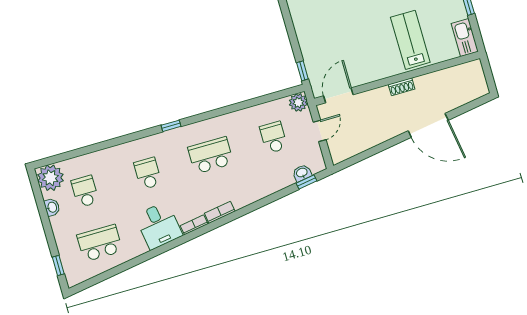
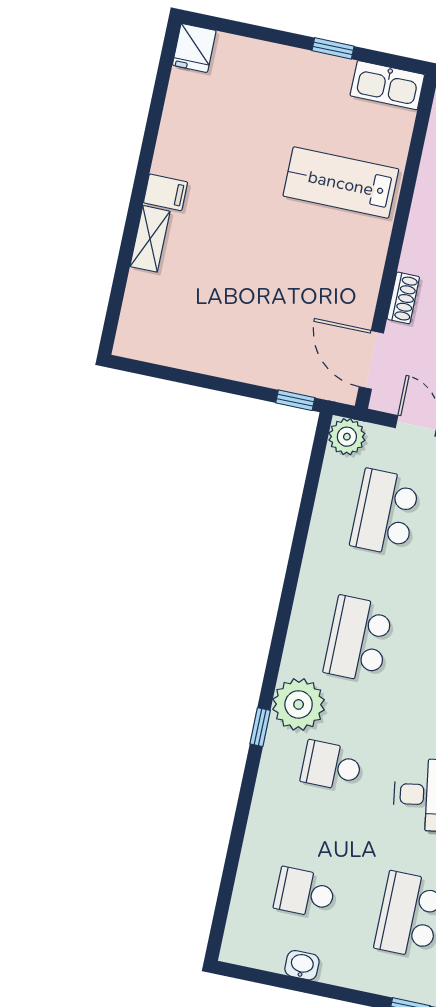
shoe rack: (402, 87) -> (403, 298), moved
window: (171, 126) -> (260, 727), moved
school desk: (274, 137) -> (385, 512), width x1.85
plant: (50, 178) -> (299, 704), moved

